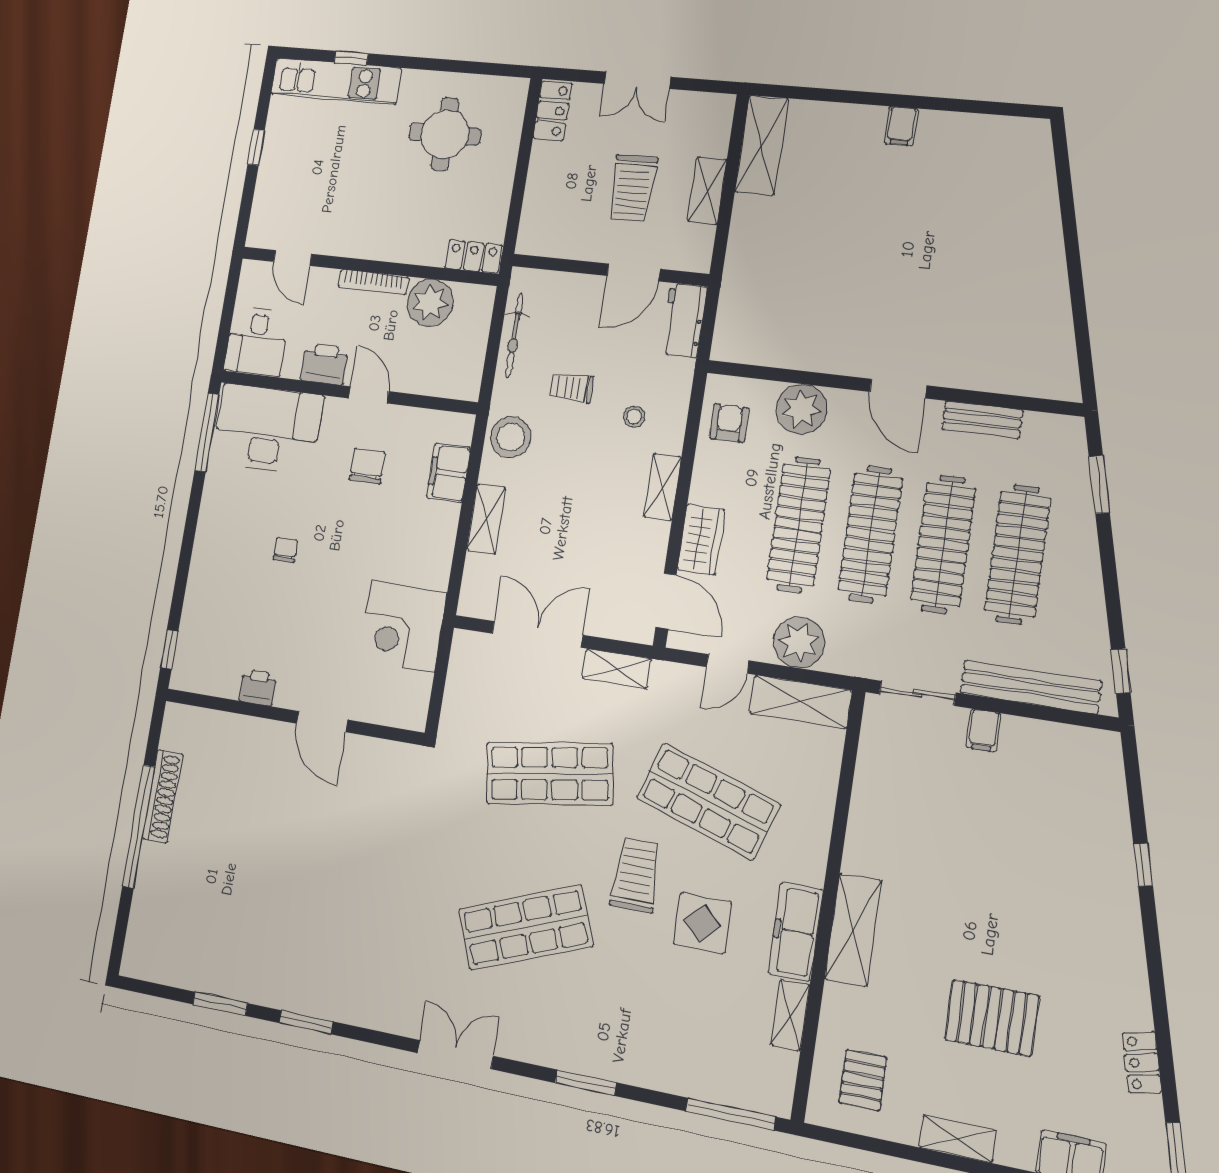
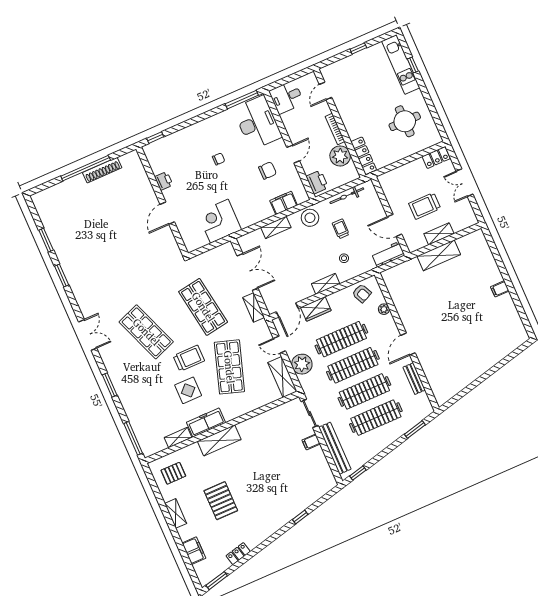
shelving: (762, 145) -> (439, 255), moved
locker: (473, 257) -> (364, 156), width x1.53
printer: (324, 364) -> (317, 182), moved
plant: (801, 409) -> (384, 309), width x0.53, depth x0.53
armchair: (729, 423) -> (362, 293), turned 65

